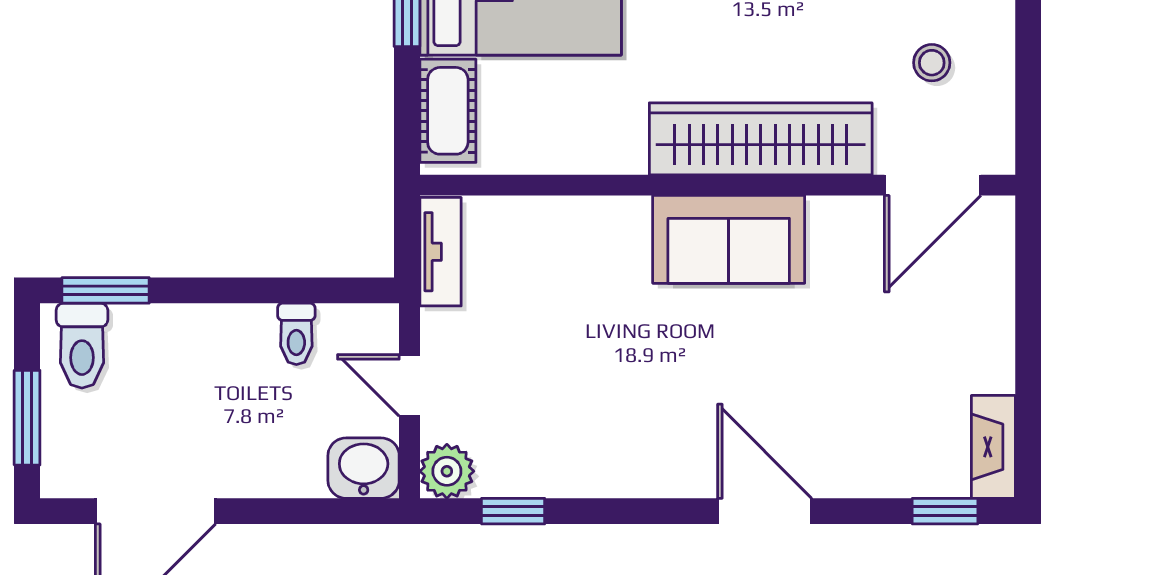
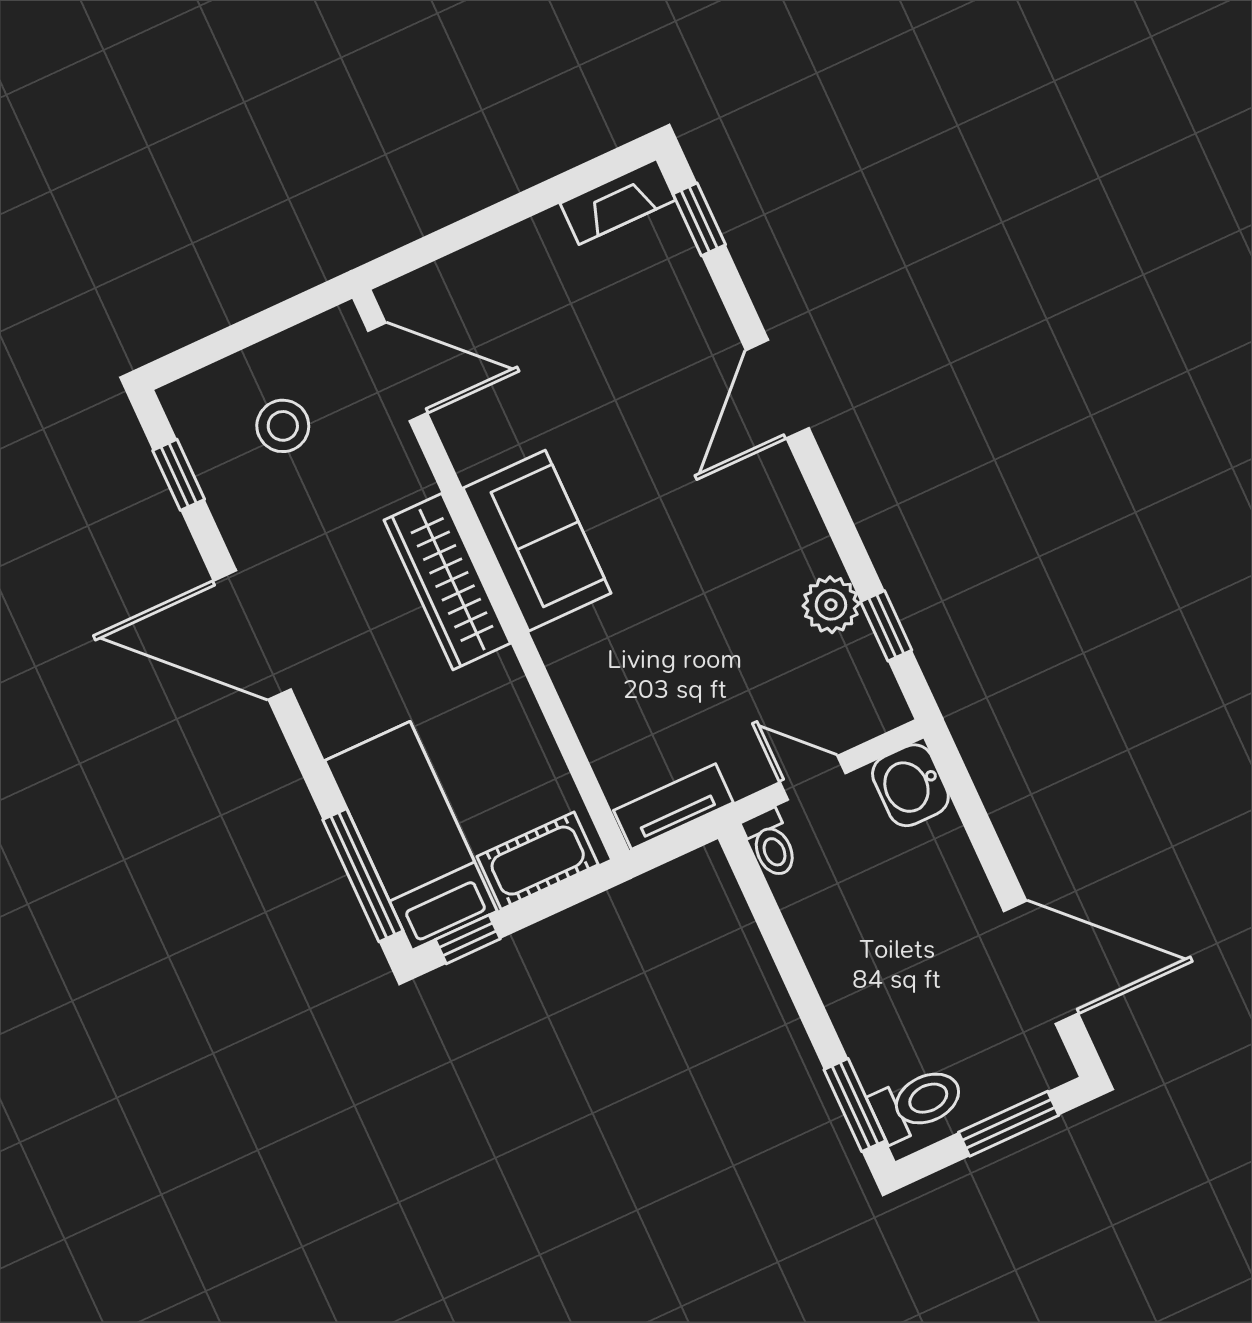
stool: (932, 63) -> (283, 426), width x1.37, depth x1.37
wardrobe: (761, 139) -> (447, 582), width x0.71, depth x0.85
toilet: (296, 334) -> (771, 844), moved, turned 90
door: (410, 385) -> (813, 778), swing flipped
plant: (447, 471) -> (831, 605), moved

